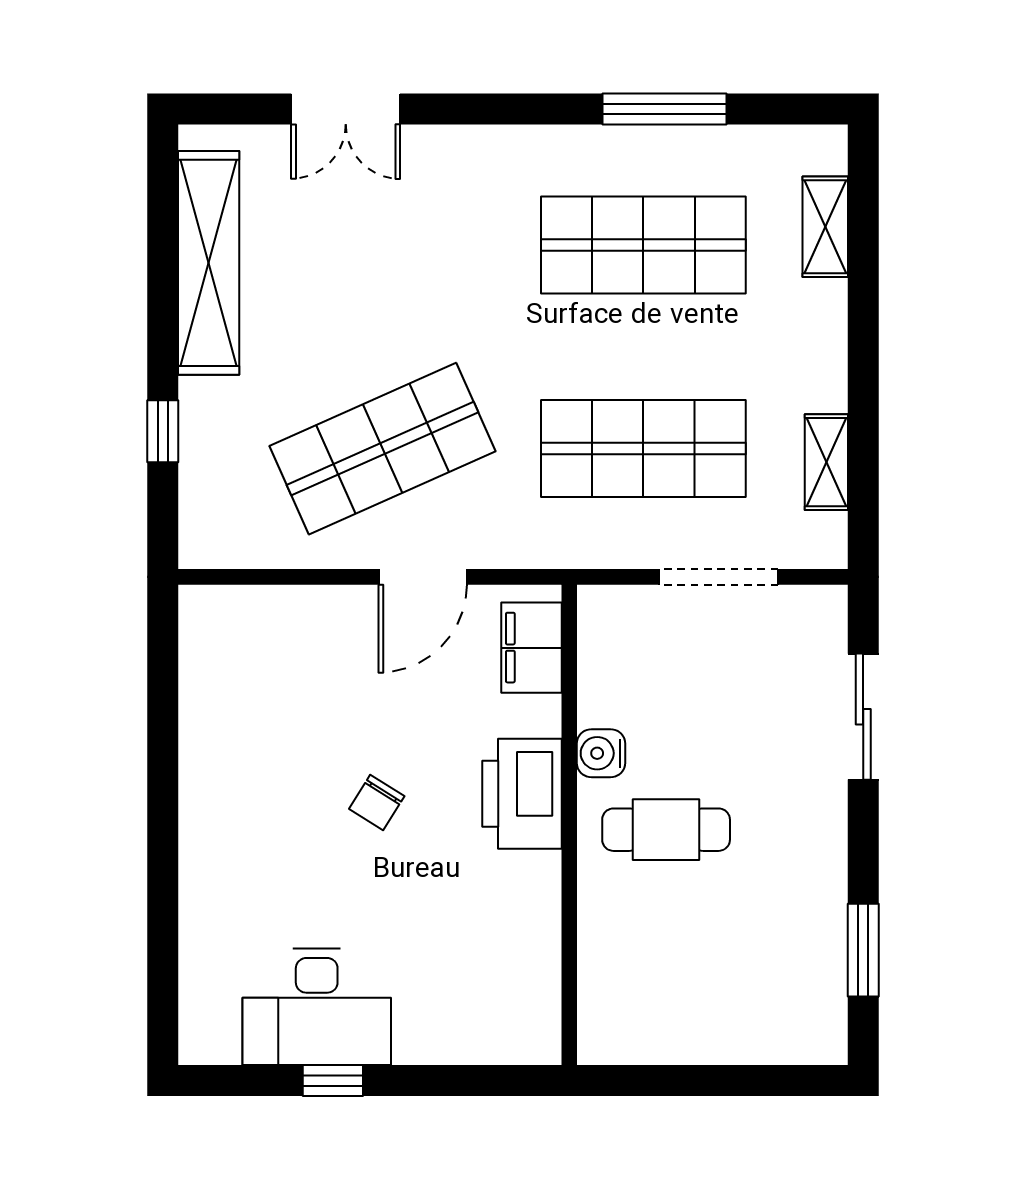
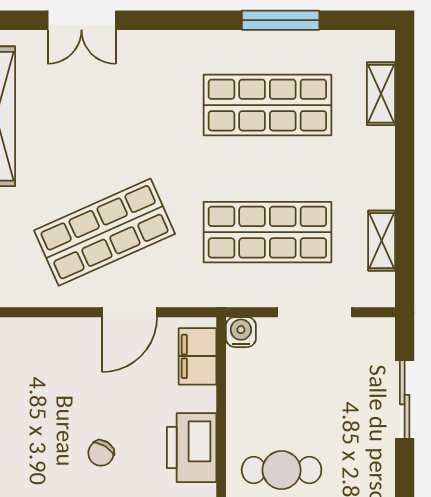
water cooler: (601, 753) -> (241, 332), moved, turned 90

